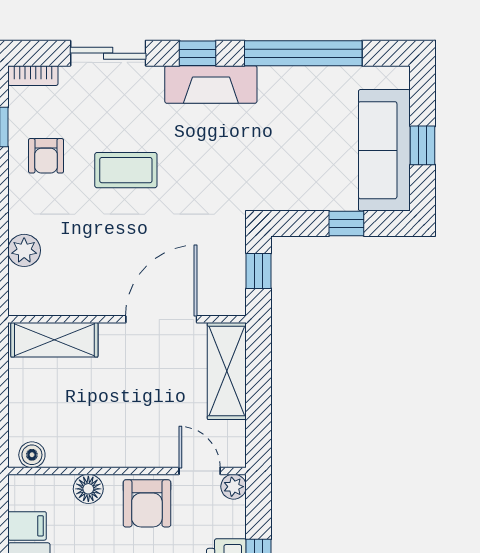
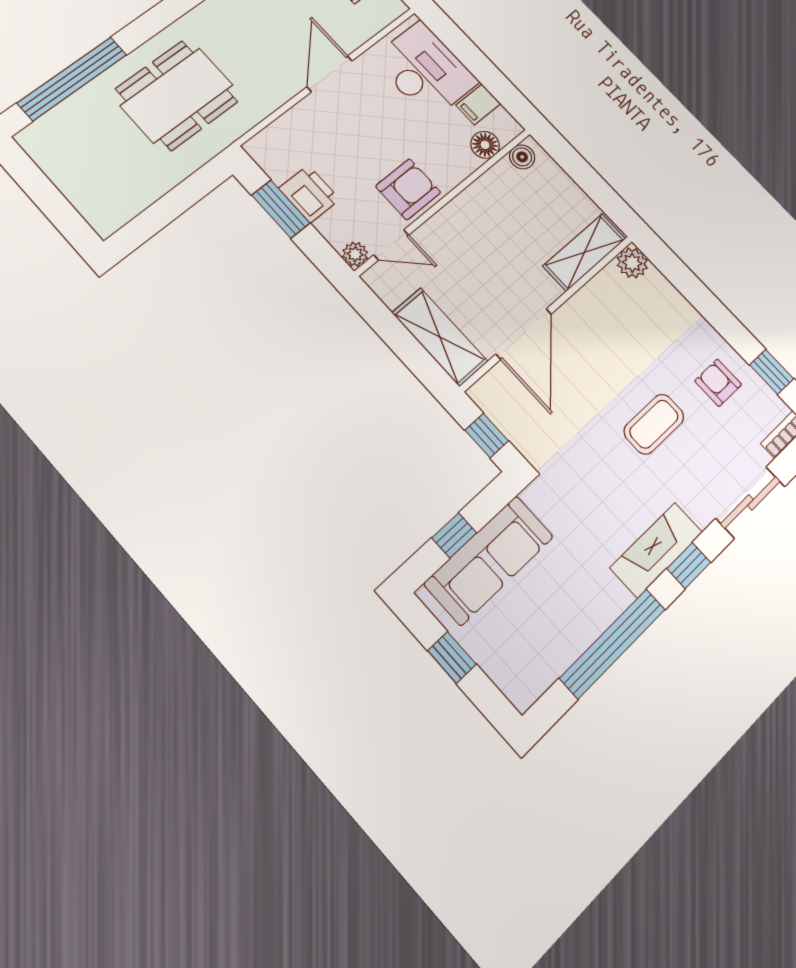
sofa: (384, 150) -> (489, 560), moved, turned 90
plant: (24, 250) -> (632, 263), moved
floor lamp: (88, 489) -> (485, 145), moved
armchair: (147, 503) -> (408, 189), turned 90

